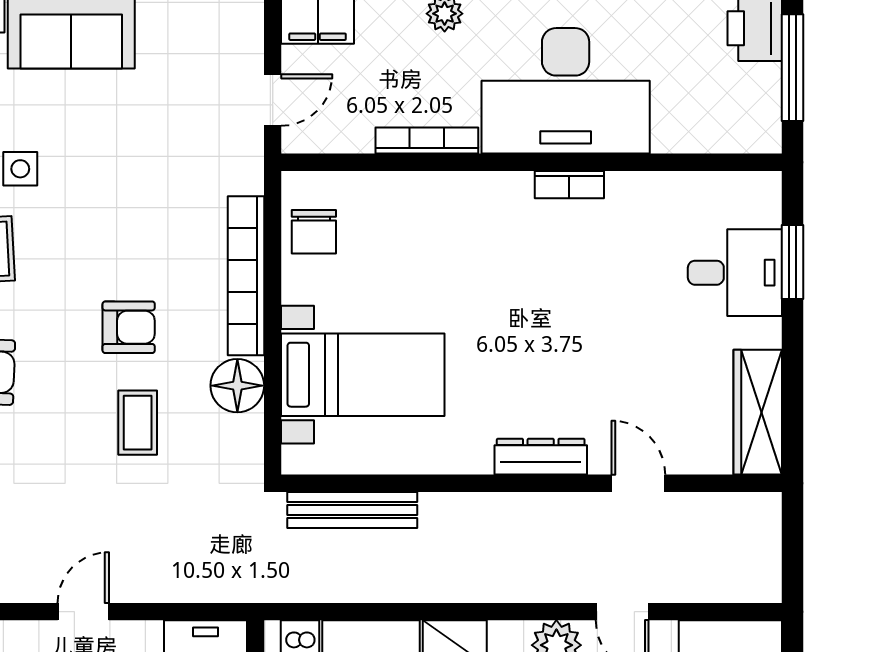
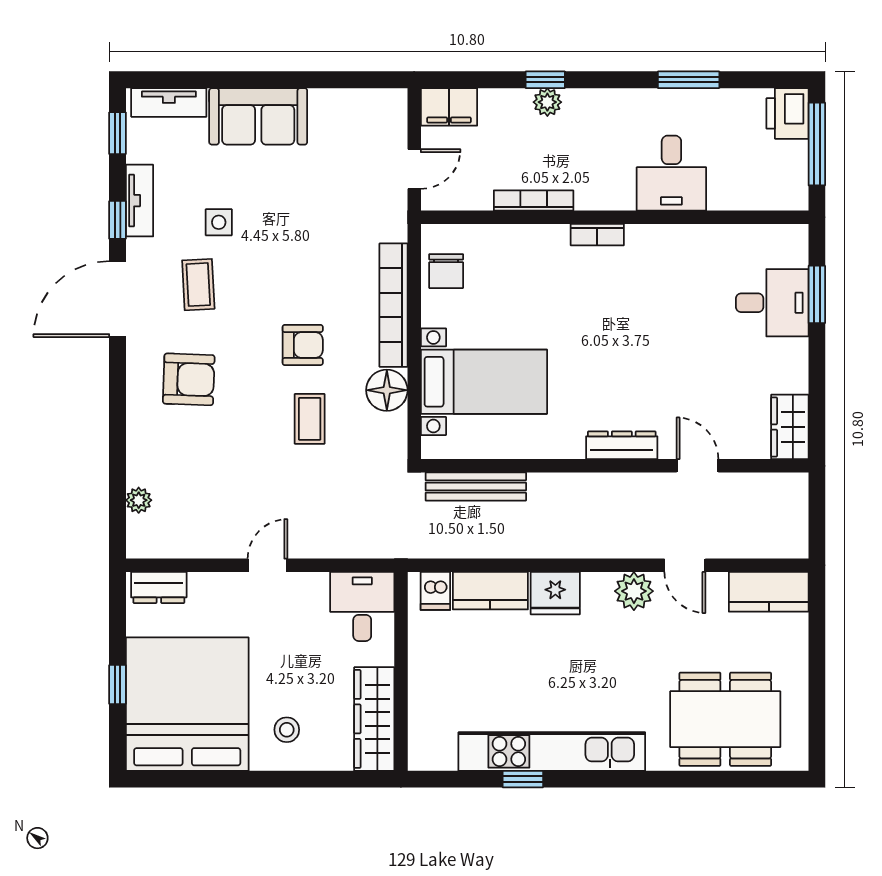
desk: (566, 91) -> (671, 173), width x0.53, depth x0.77
bookcase: (569, 185) -> (597, 235), moved
wardrobe: (758, 412) -> (790, 427), width x0.67

